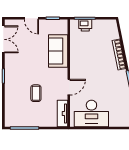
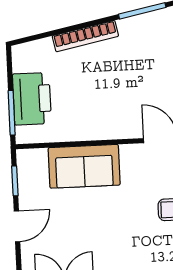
printer: (85, 25) -> (32, 99), width x1.87, depth x1.48

